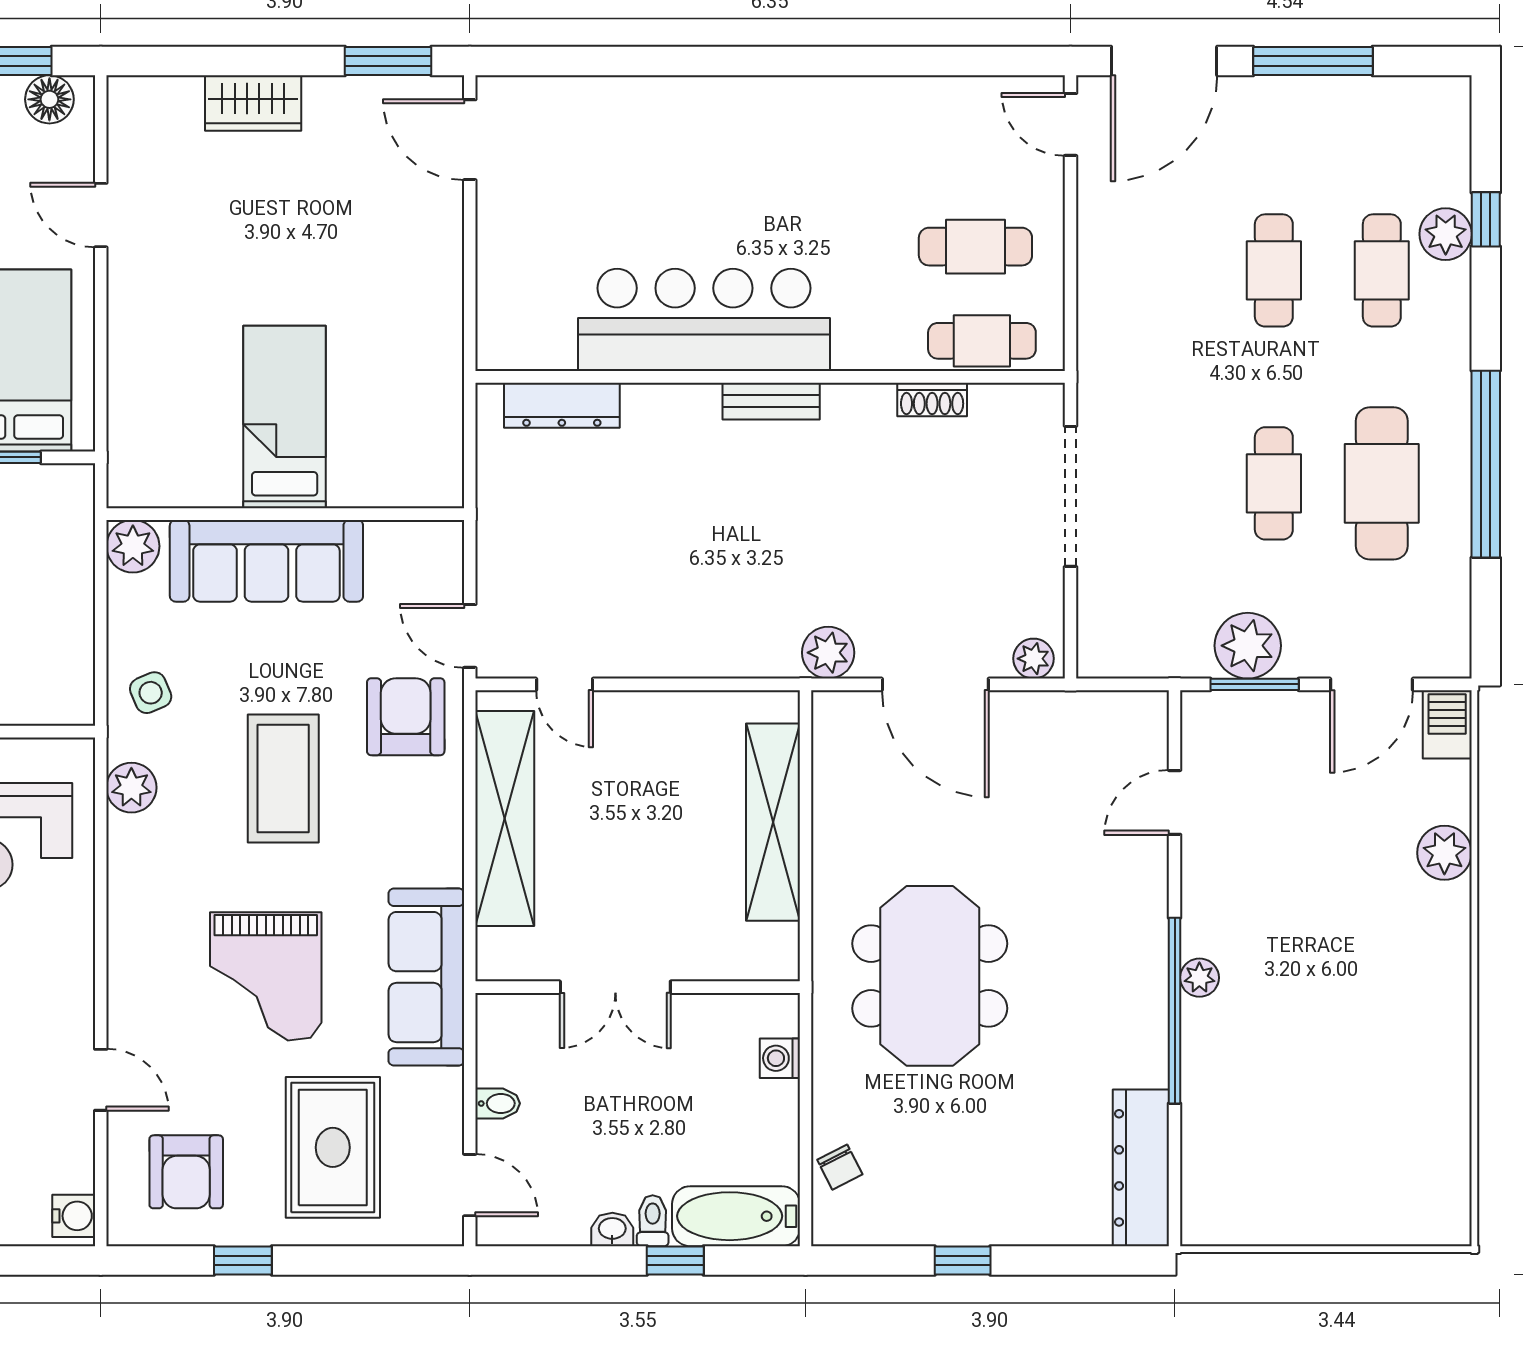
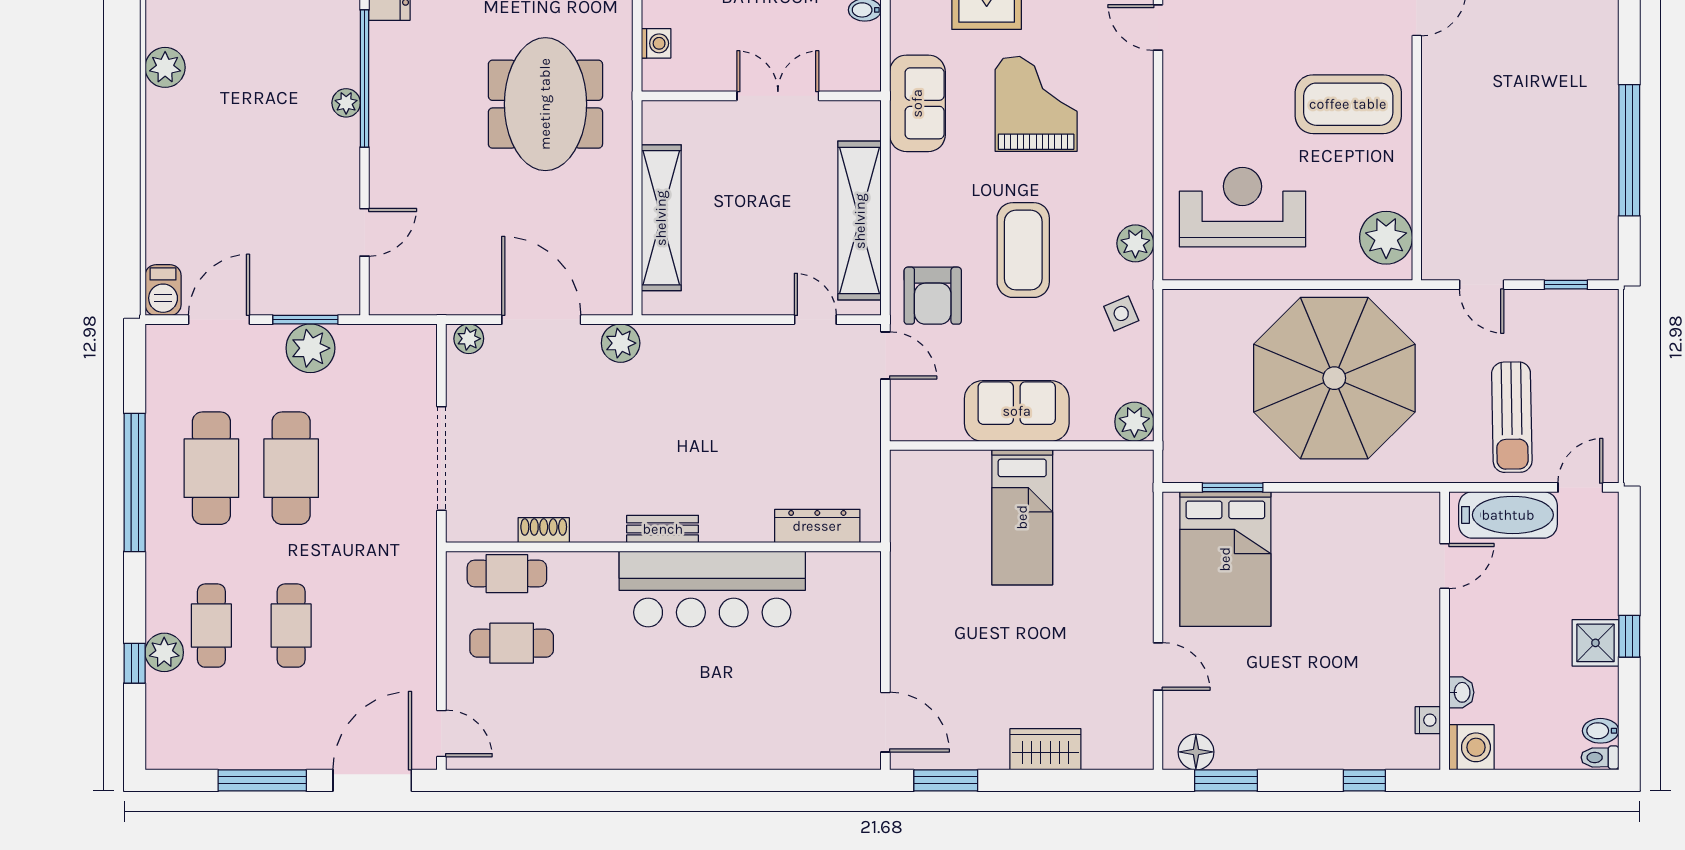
cafe table: (1274, 483) -> (291, 468), width x1.37, depth x1.35
sofa: (266, 561) -> (1017, 411), width x0.73
plant: (1444, 853) -> (165, 67), moved
sofa: (426, 977) -> (917, 103), width x0.73

